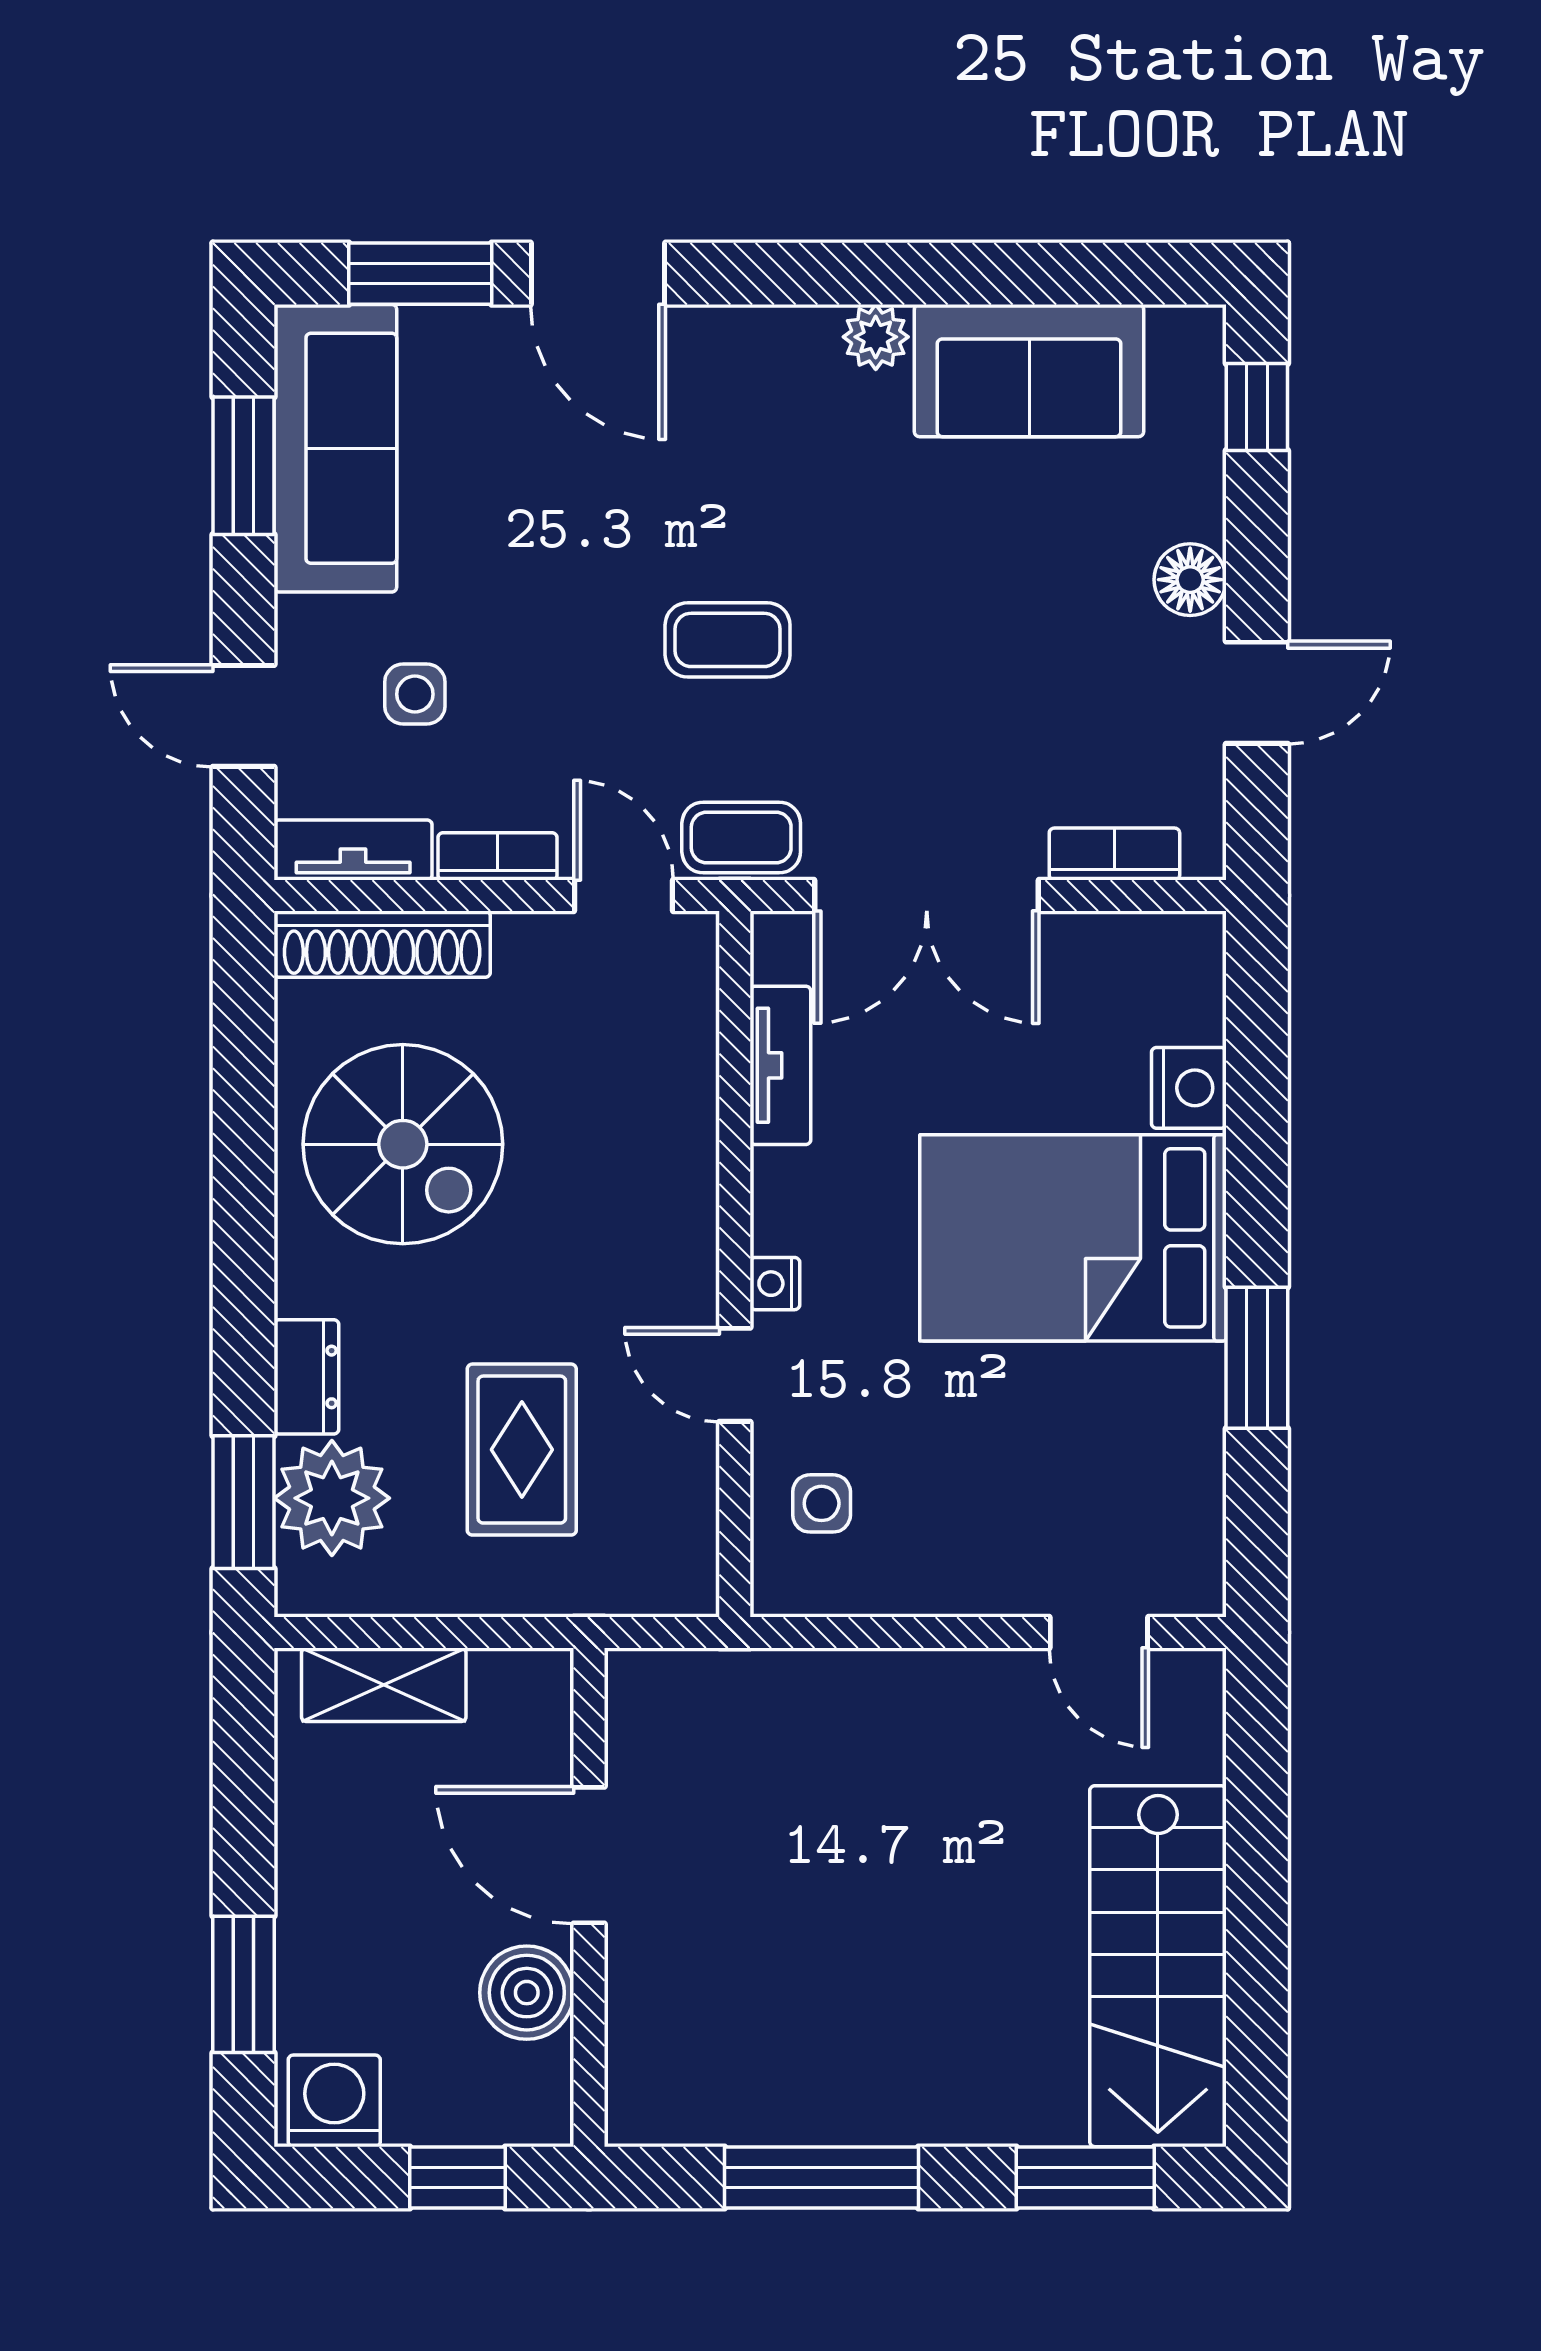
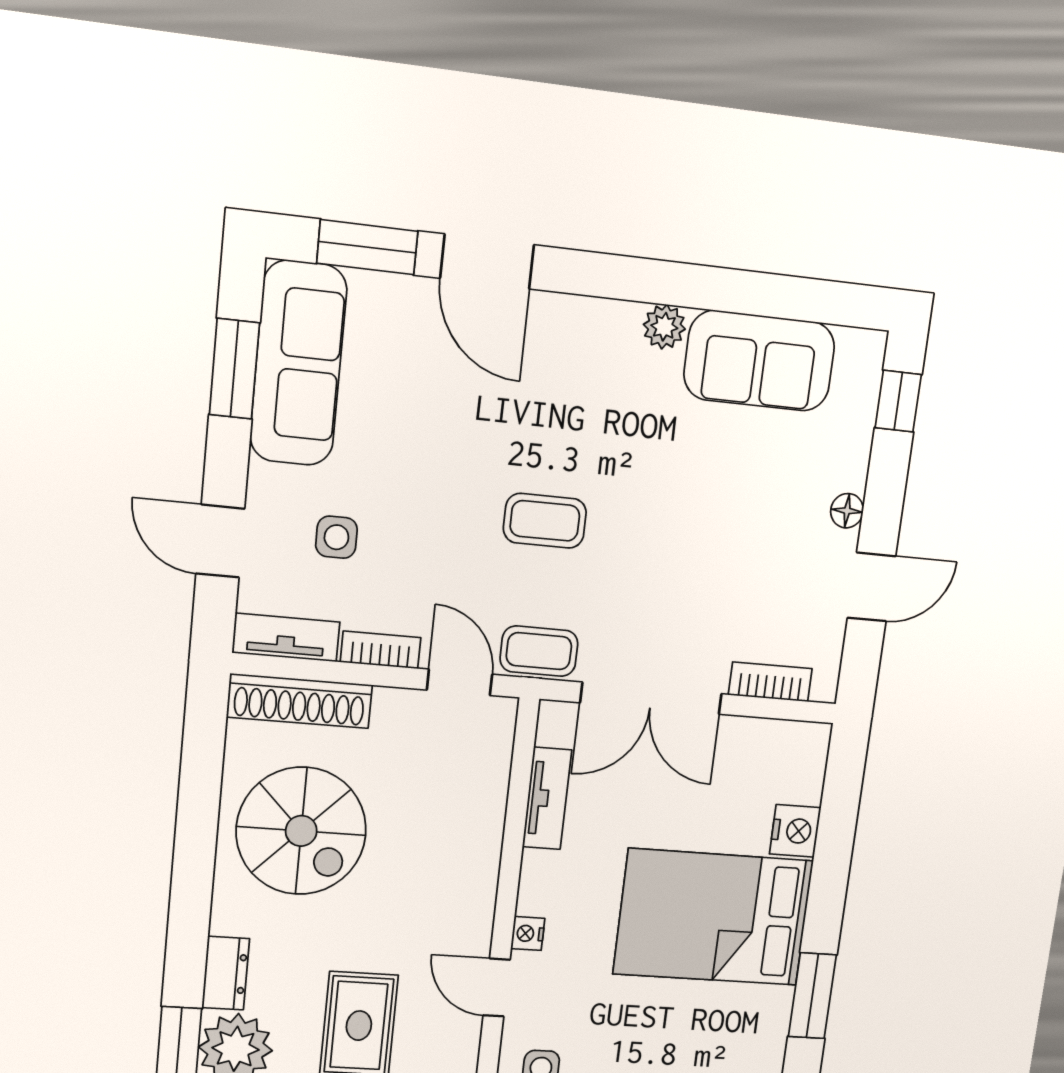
floor lamp: (1190, 580) -> (847, 511), width x0.73, depth x0.73

